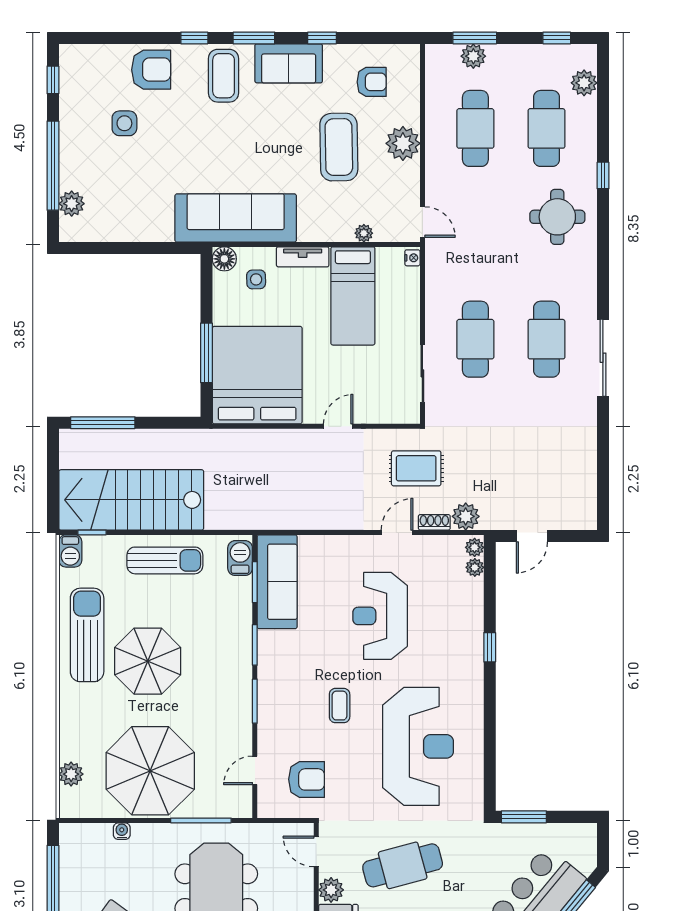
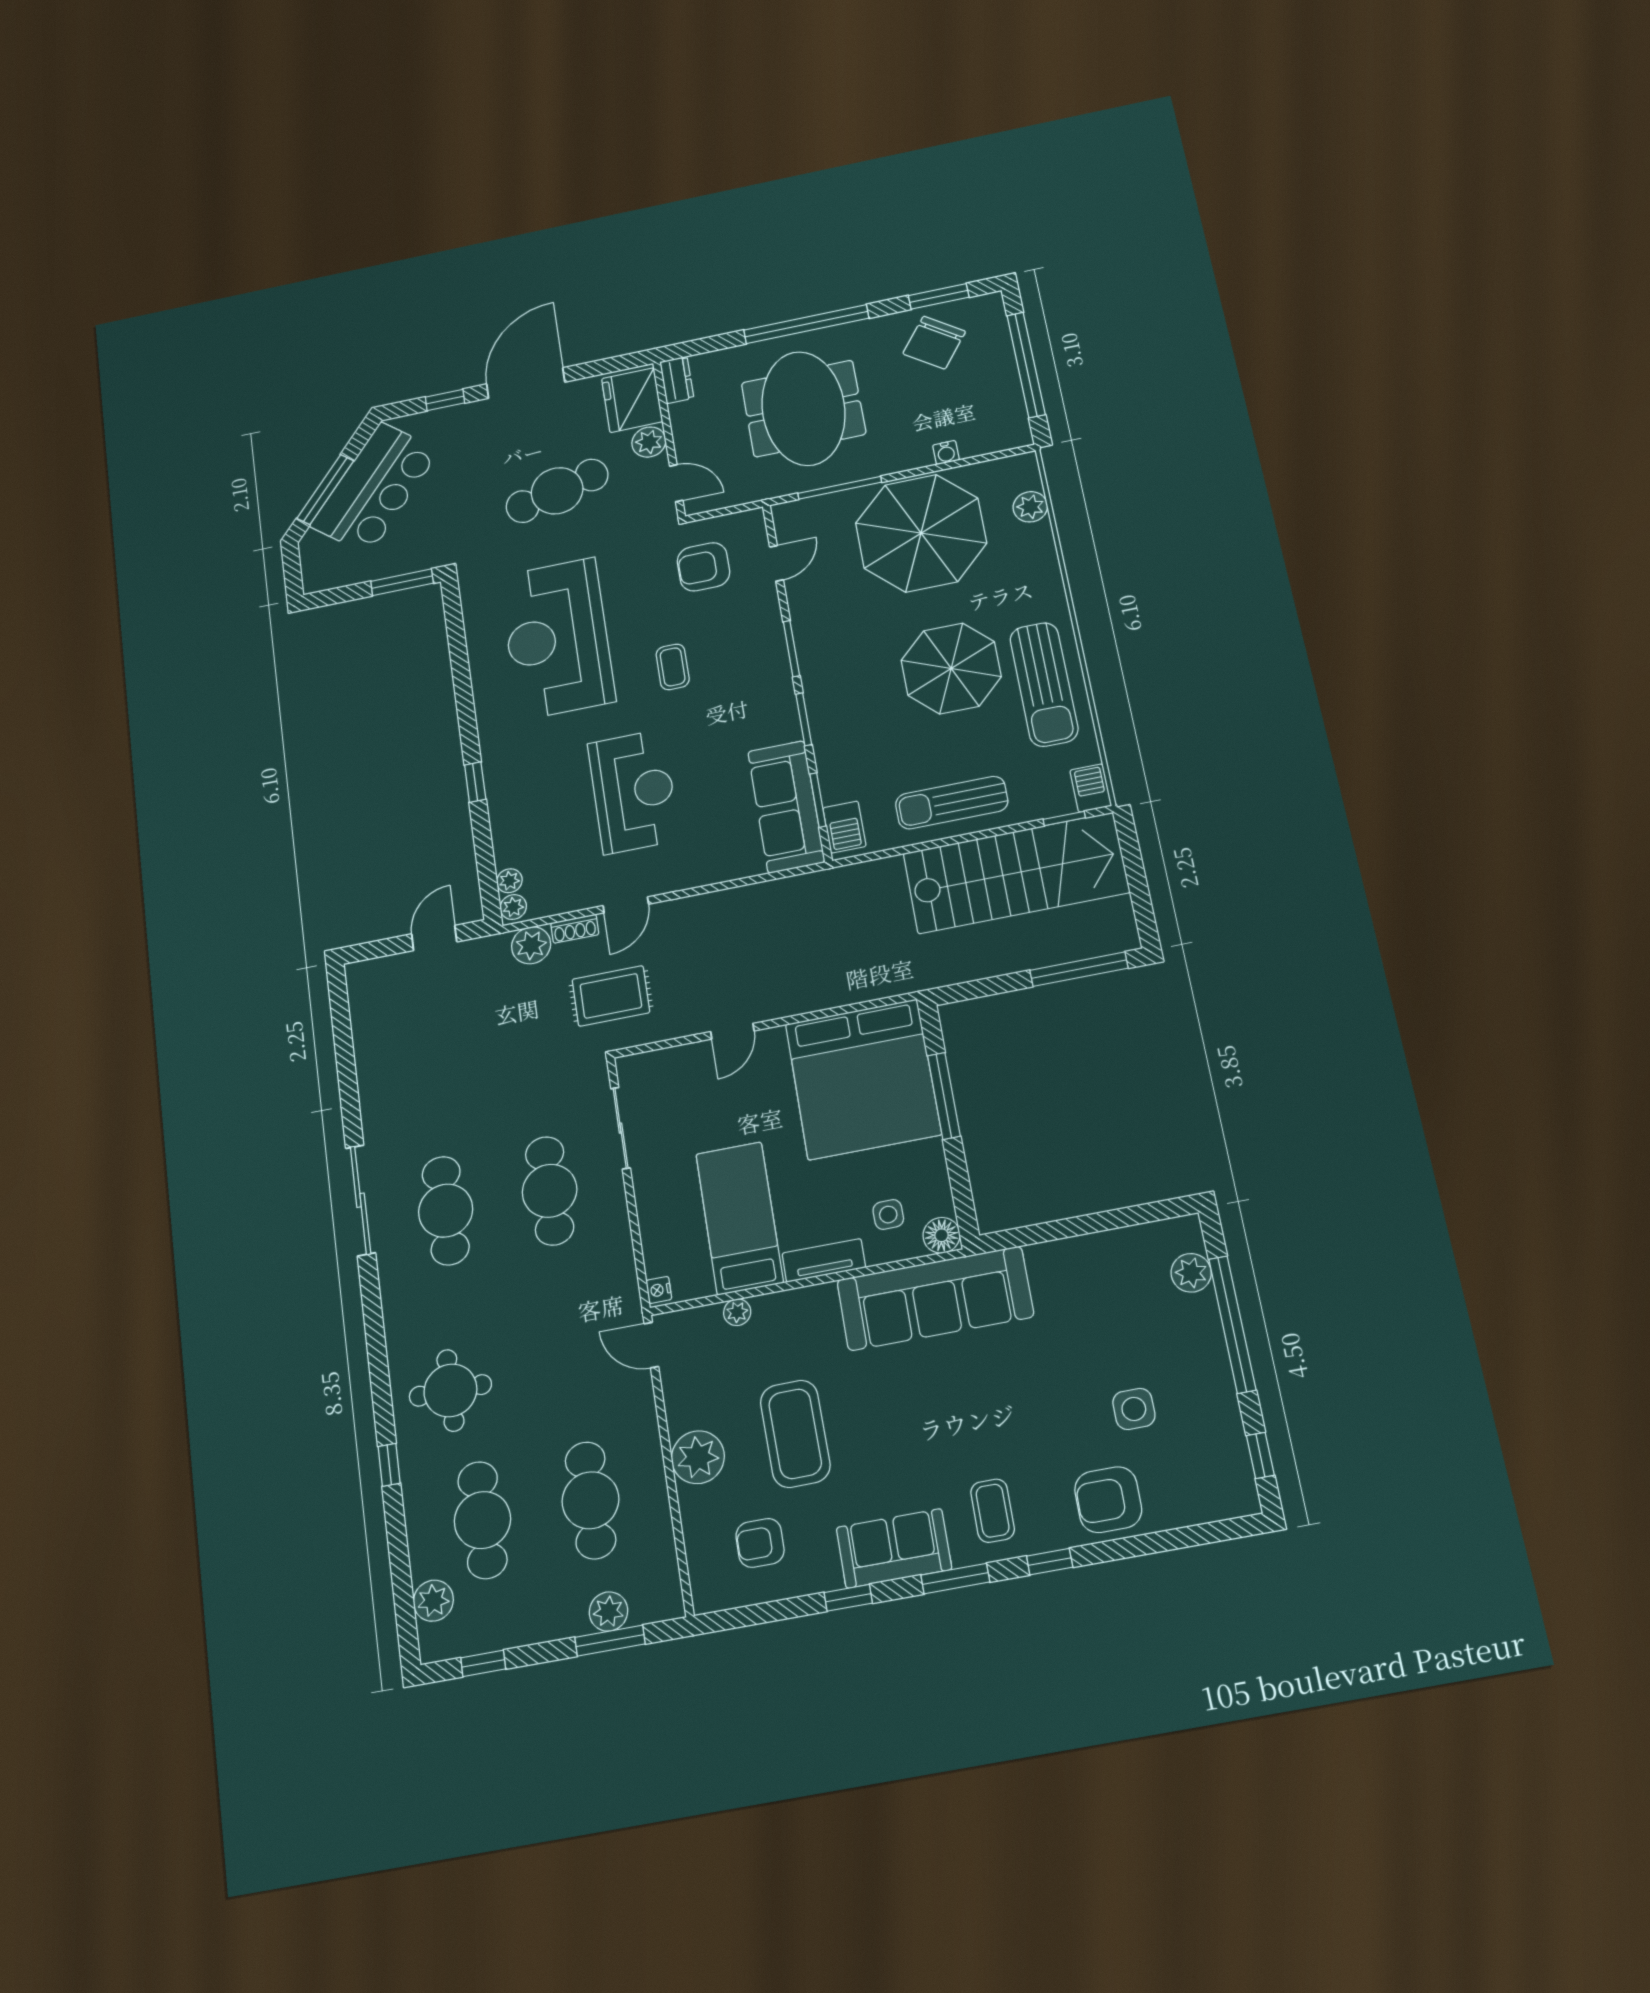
coffee table: (224, 76) -> (993, 1511), width x0.73, depth x0.77

